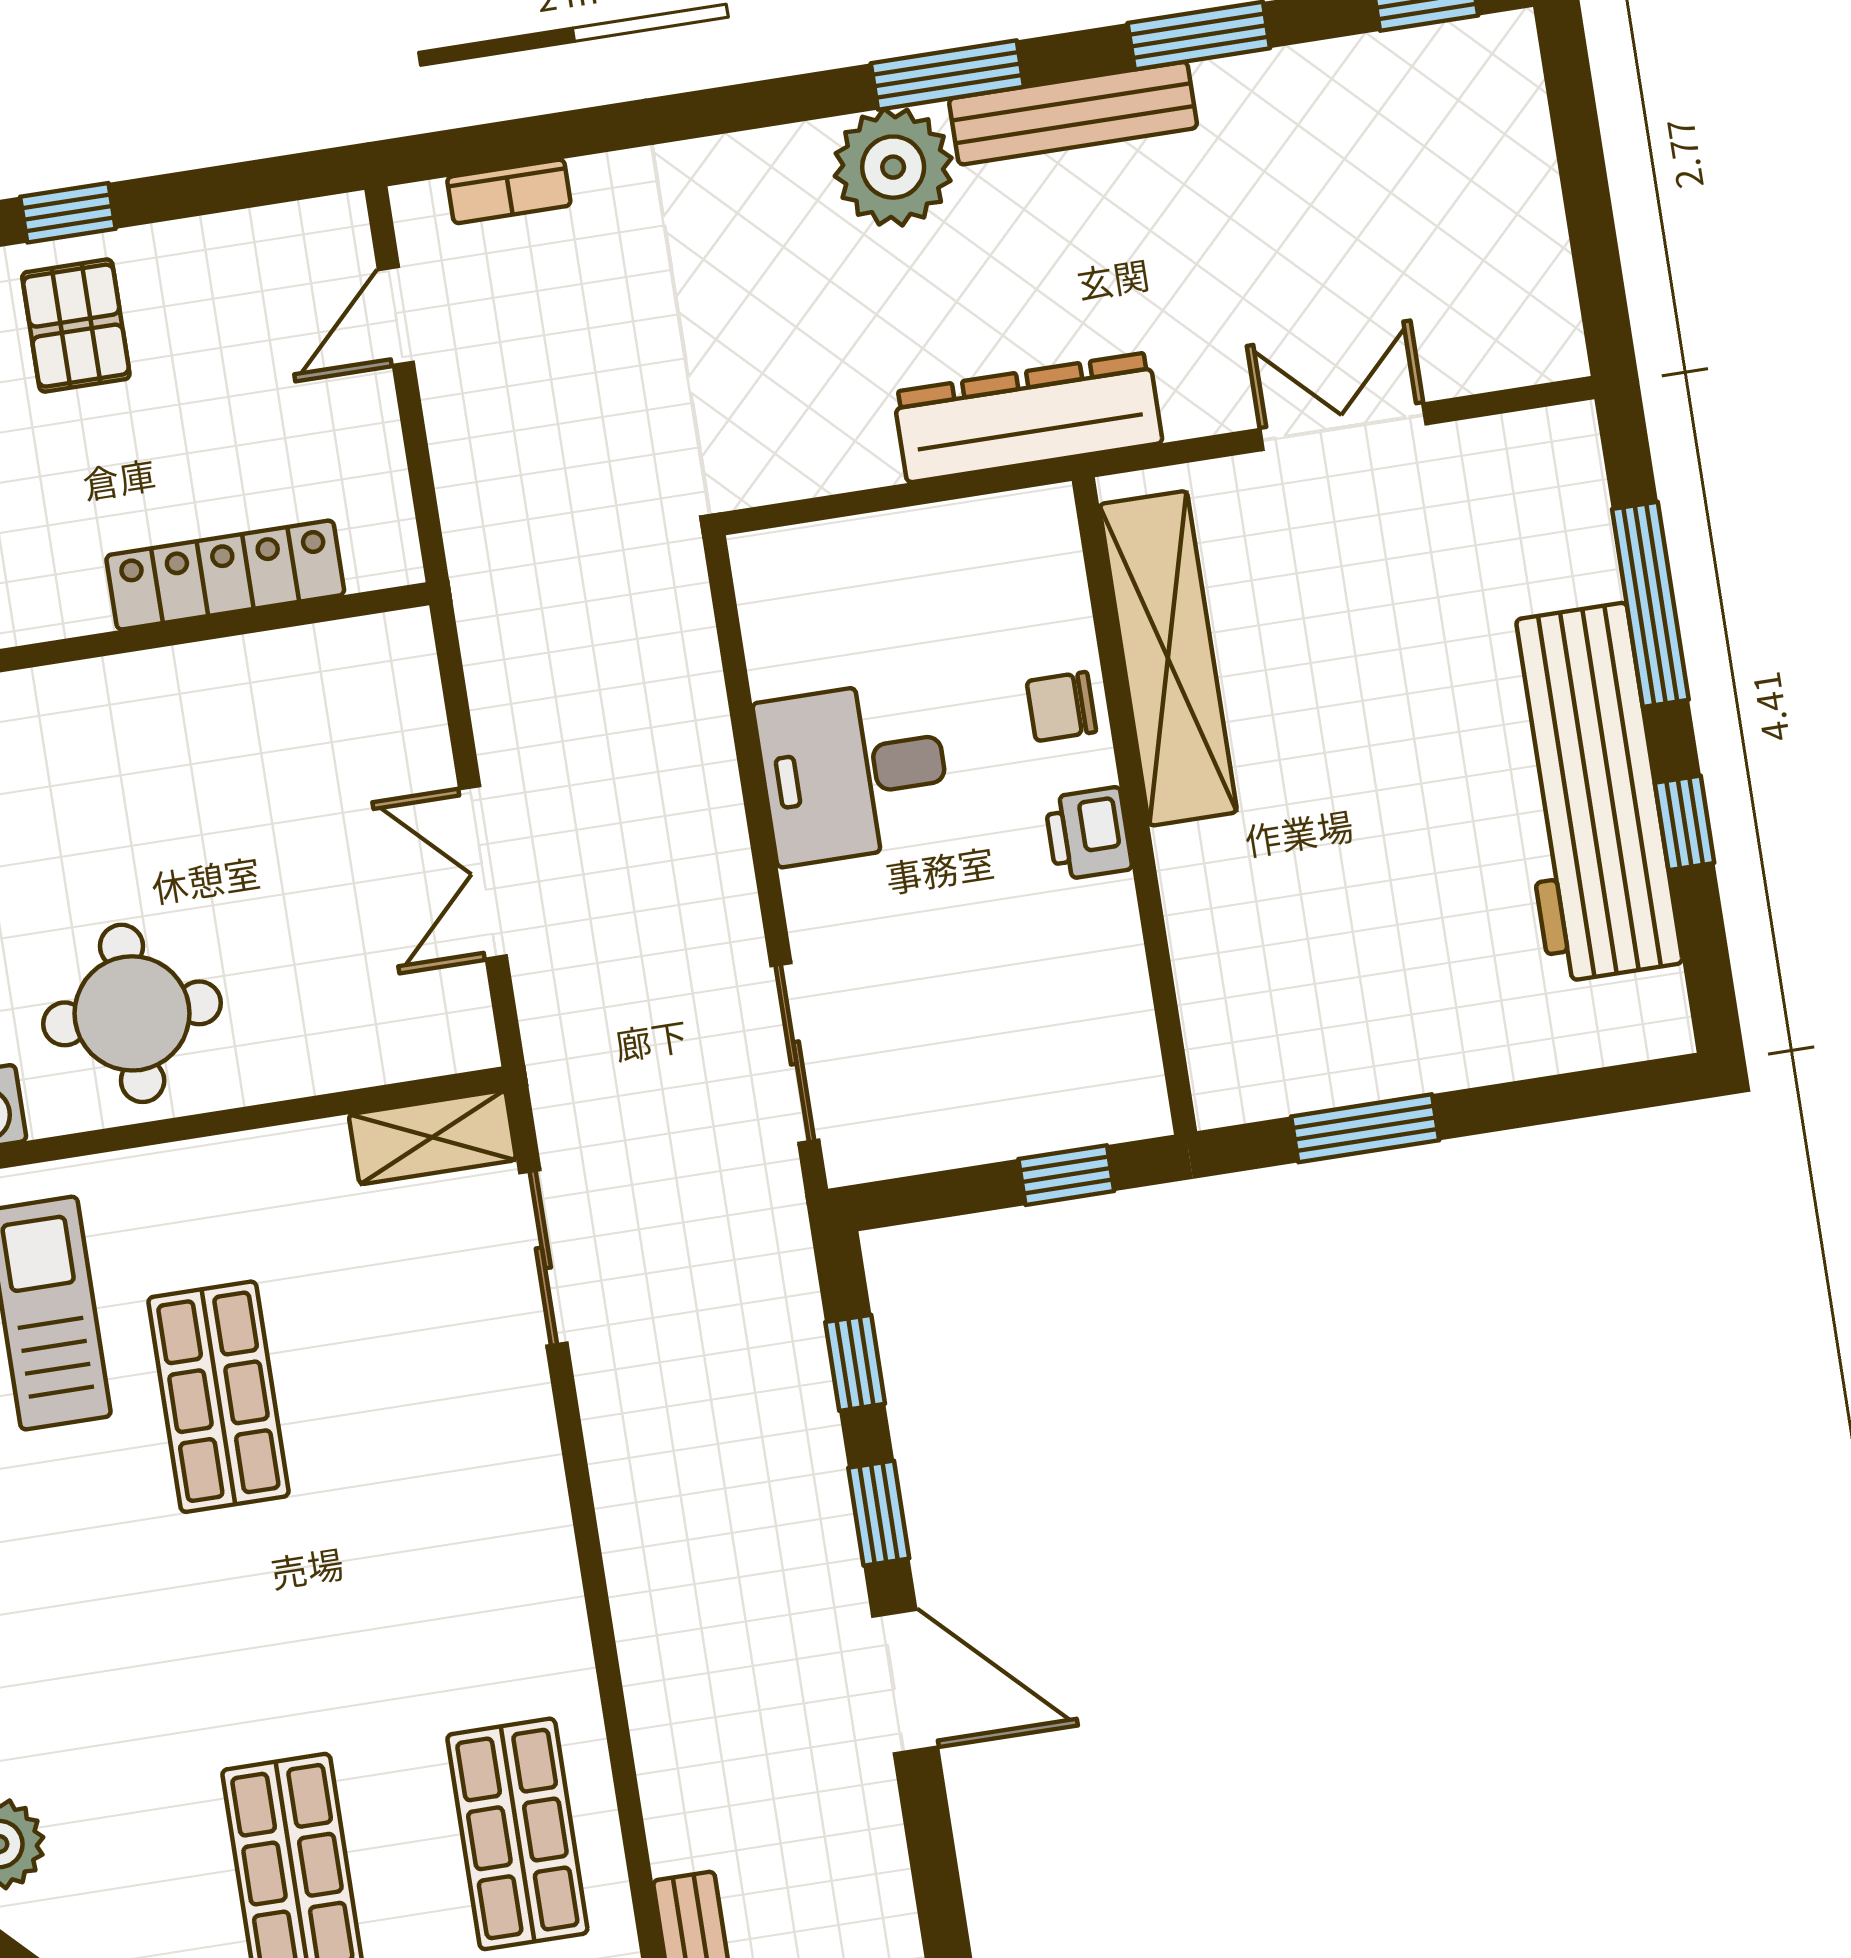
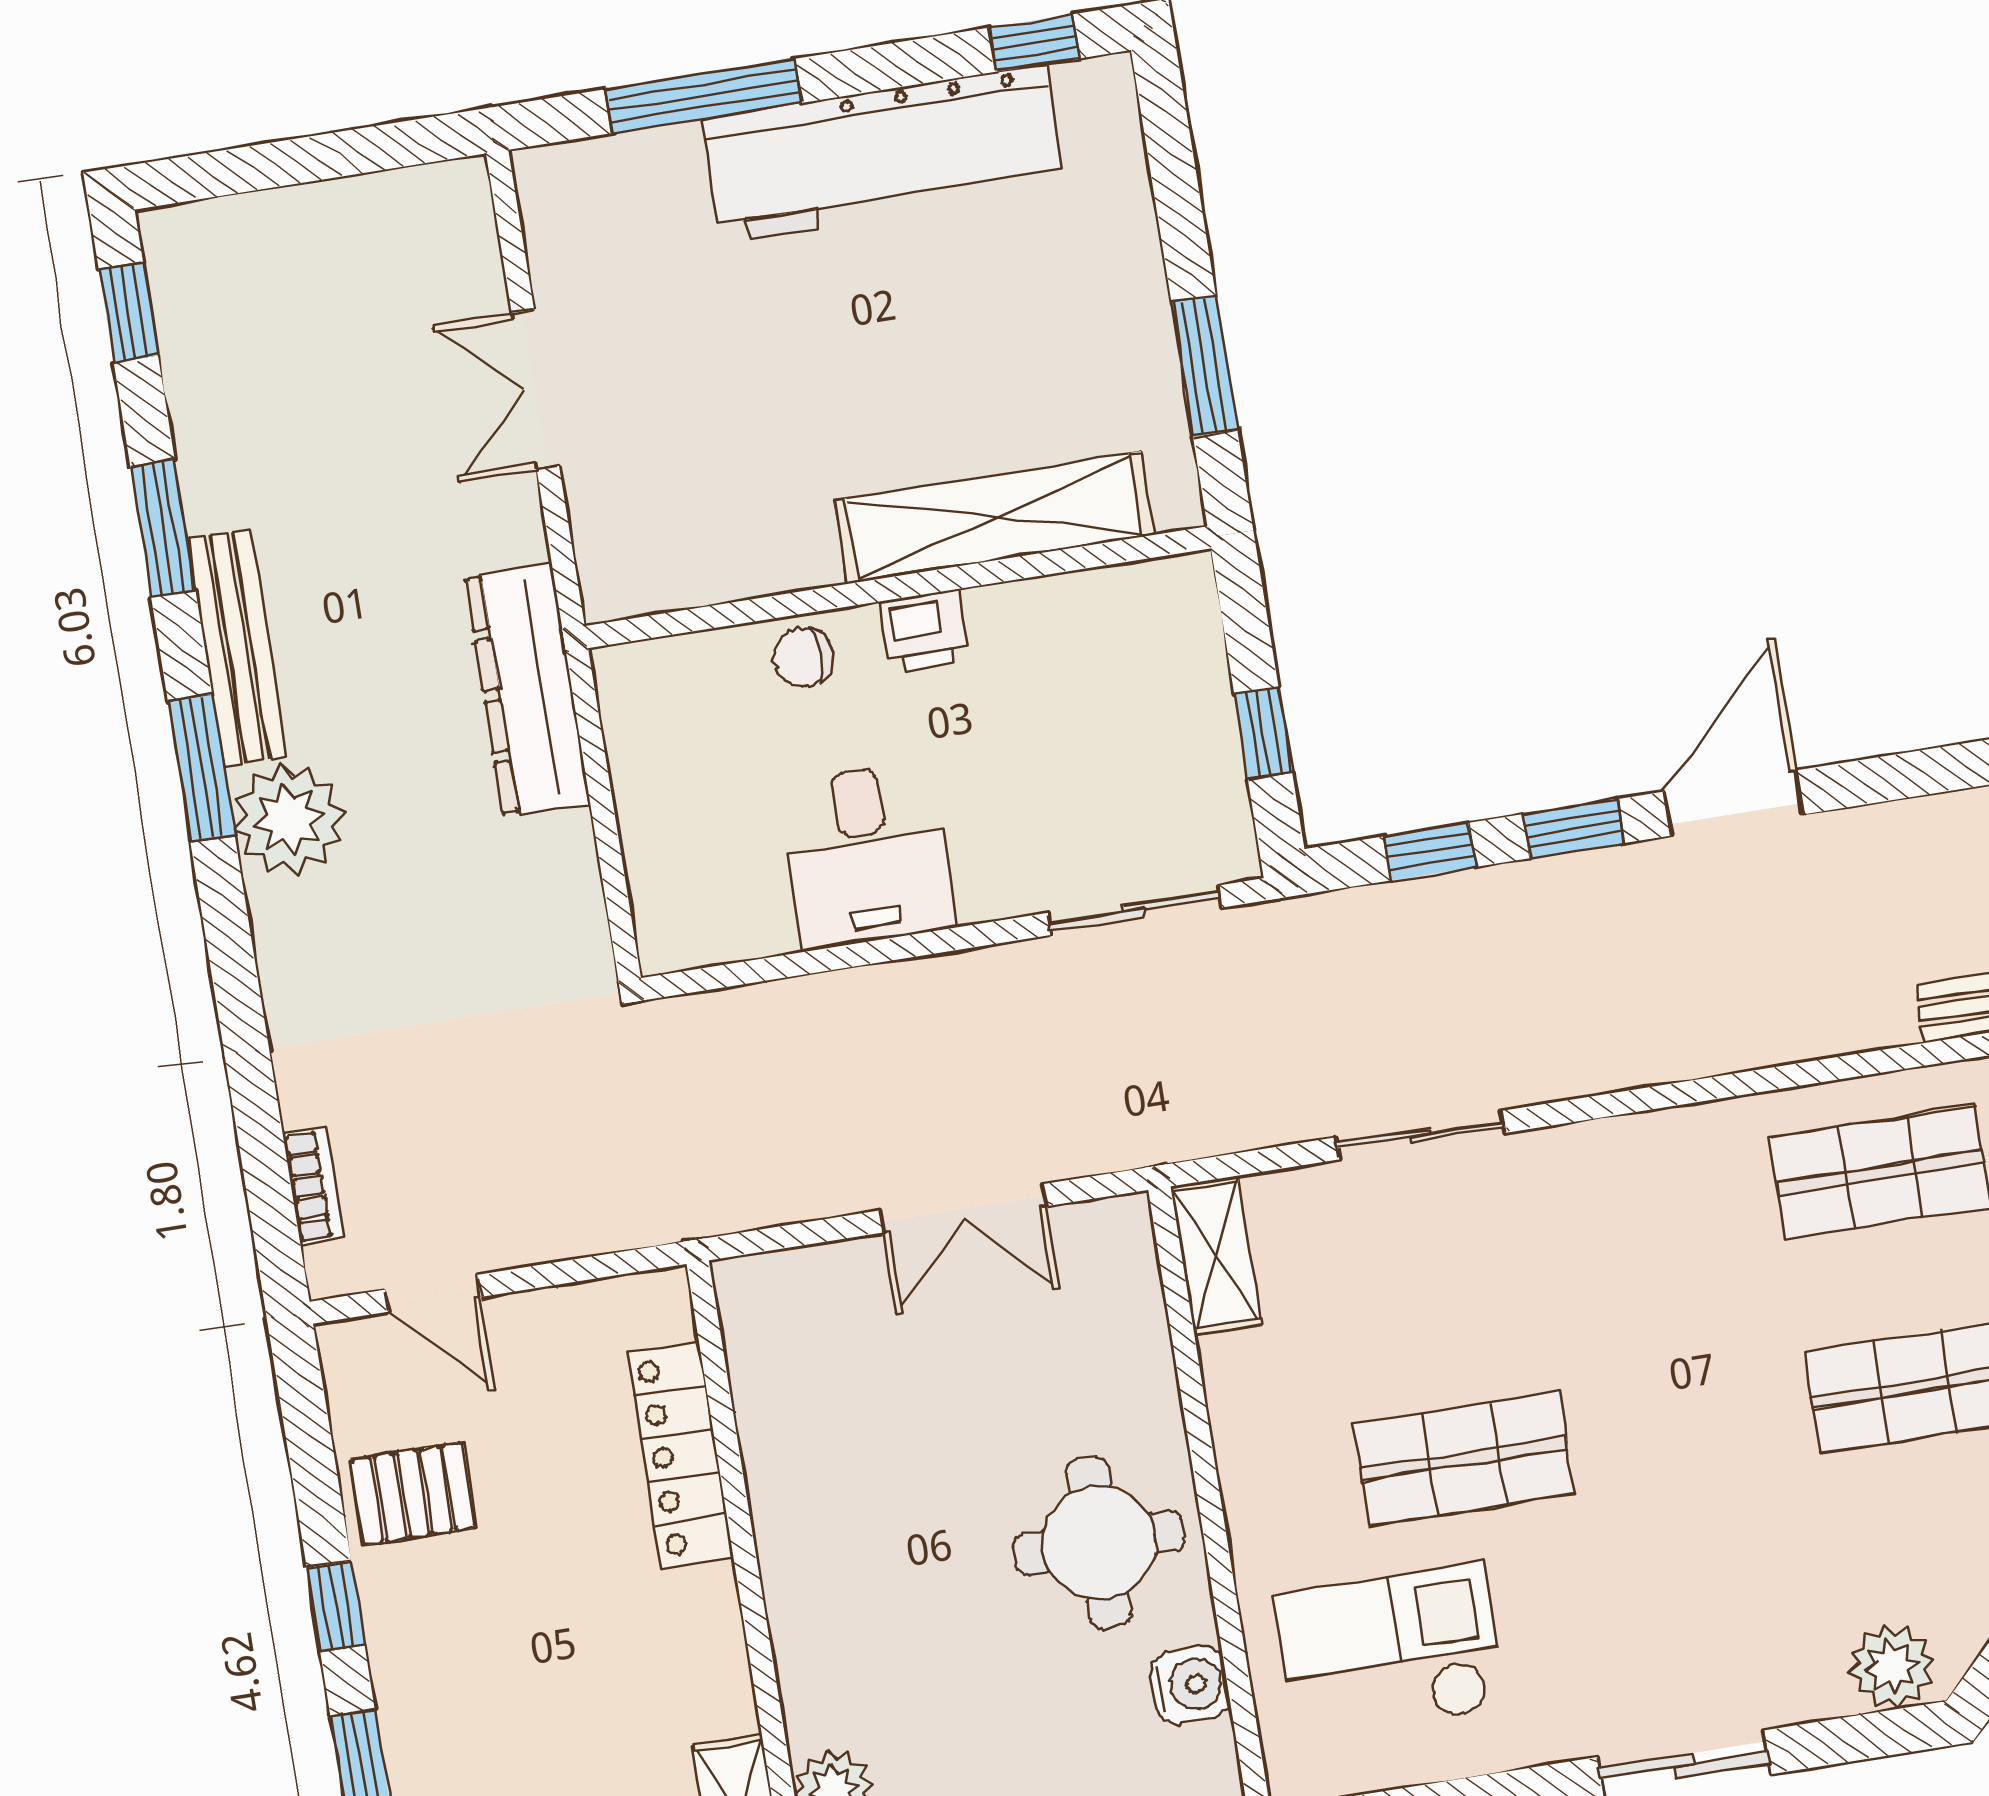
pallet: (76, 326) -> (413, 1494), moved
shelving: (1168, 658) -> (994, 518), moved
chair: (1061, 707) -> (803, 657), turned 90
window: (1685, 823) -> (1034, 43), moved
window: (1066, 1175) -> (1263, 733), moved
sliding door: (543, 1258) -> (1420, 1135), moved

